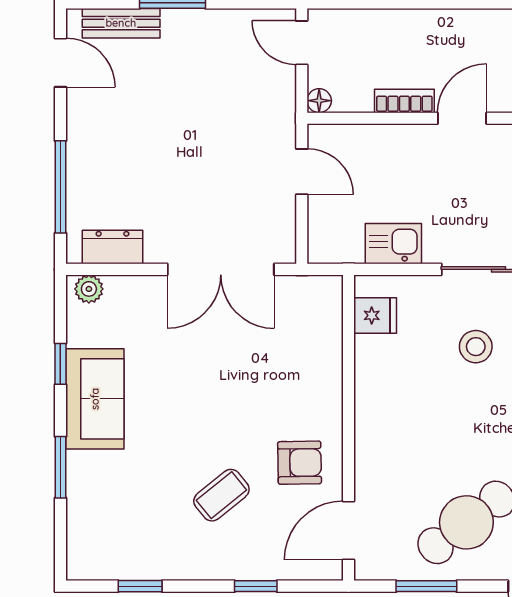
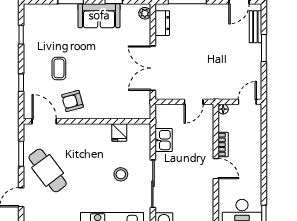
fridge: (375, 315) -> (119, 132), moved
armchair: (300, 463) -> (72, 101), turned 76
coffee table: (221, 495) -> (59, 68), turned 39

